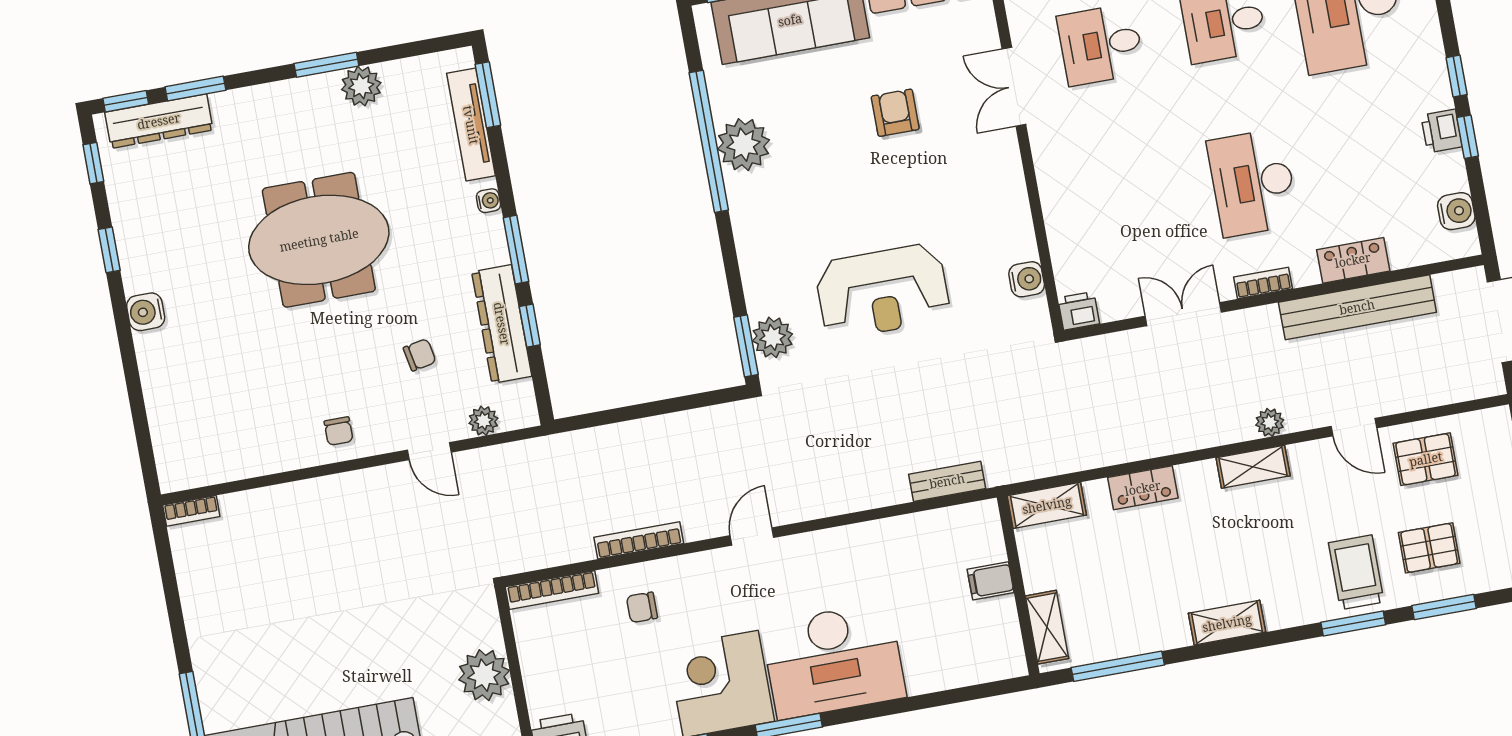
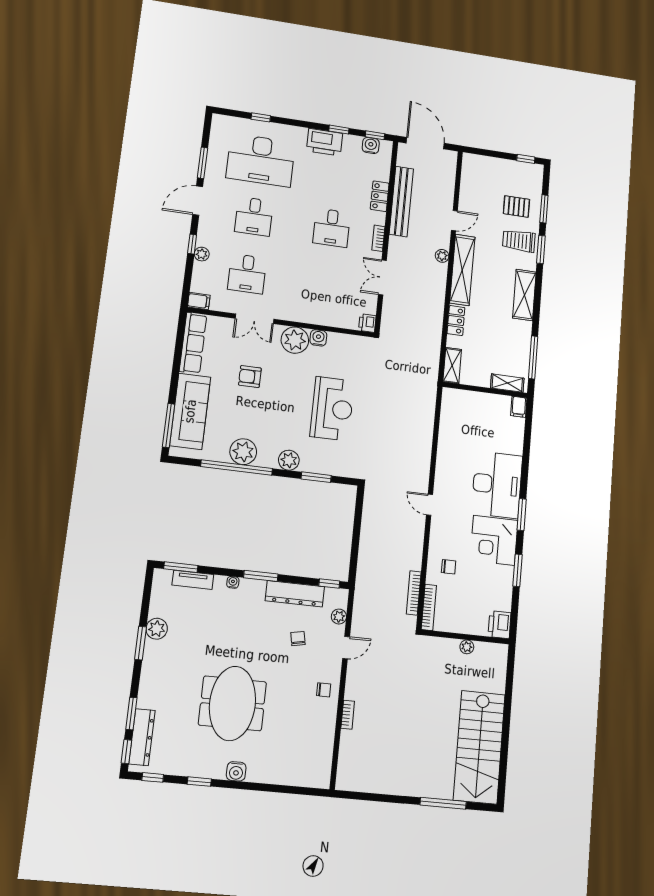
window: (1457, 76) -> (375, 135), moved
tv unit: (471, 125) -> (193, 580), width x0.71
printer: (1442, 131) -> (325, 142), width x1.87, depth x1.48
plant: (997, 178) -> (295, 340), added
desk: (1253, 183) -> (332, 228), width x0.73
meeting table: (319, 240) -> (232, 703), moved
water cooler: (1027, 279) -> (318, 338), moved
window: (530, 326) -> (329, 584), moved
plant: (772, 337) -> (289, 460), moved
window: (746, 346) -> (316, 477), moved
pallet: (1426, 459) -> (477, 195), removed
shelving: (1253, 467) -> (462, 270), width x2.20, depth x1.33
bench: (947, 481) -> (429, 407), removed
bookcase: (191, 511) -> (348, 715), moved
bookcase: (639, 540) -> (414, 593), moved
pallet: (1429, 548) -> (516, 206), turned 90
filing cabinet: (991, 581) -> (519, 407), moved
chair: (642, 607) -> (449, 567), turned -90
shelving: (1227, 623) -> (524, 295), width x1.50, depth x1.33
plant: (484, 675) -> (467, 647), width x0.53, depth x0.53

